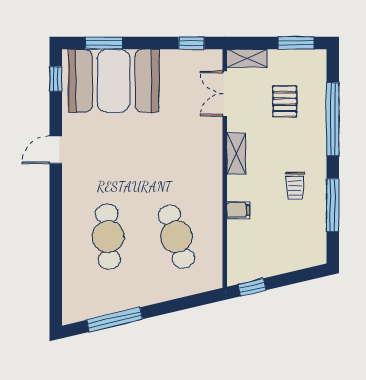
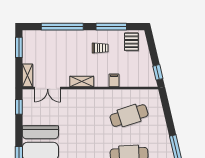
pallet: (285, 101) -> (131, 42), moved, turned 90

